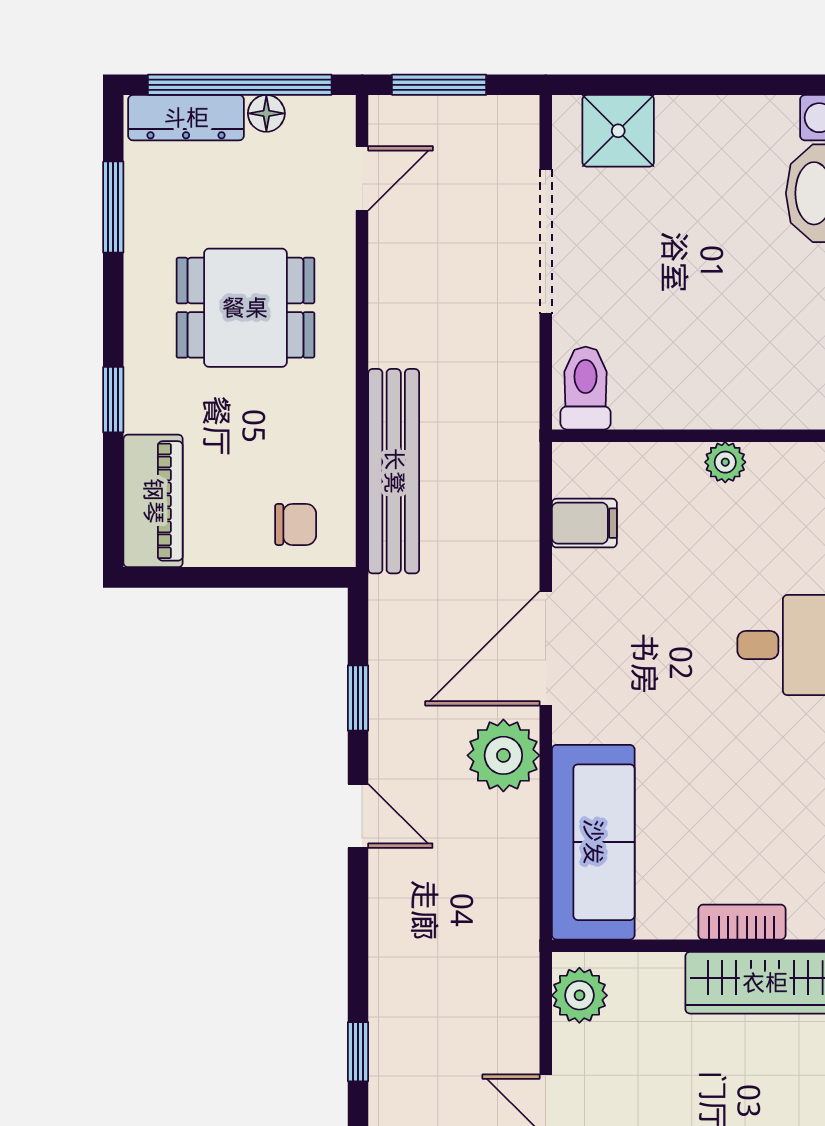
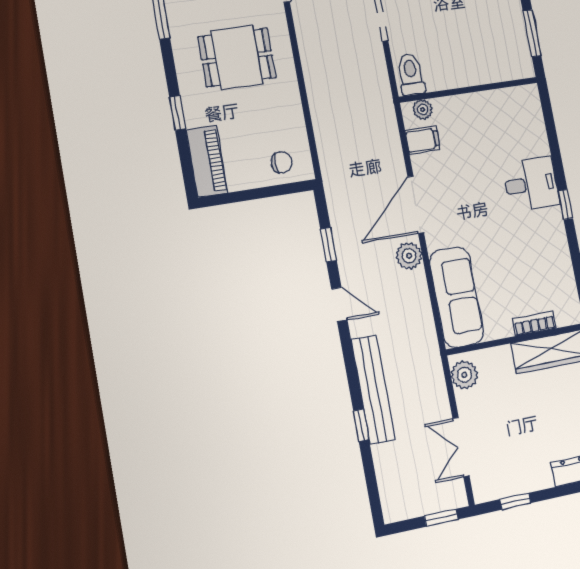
plant: (725, 462) -> (423, 110), moved
bench: (394, 471) -> (373, 389), moved
plant: (503, 755) -> (409, 256), width x0.73, depth x0.73

